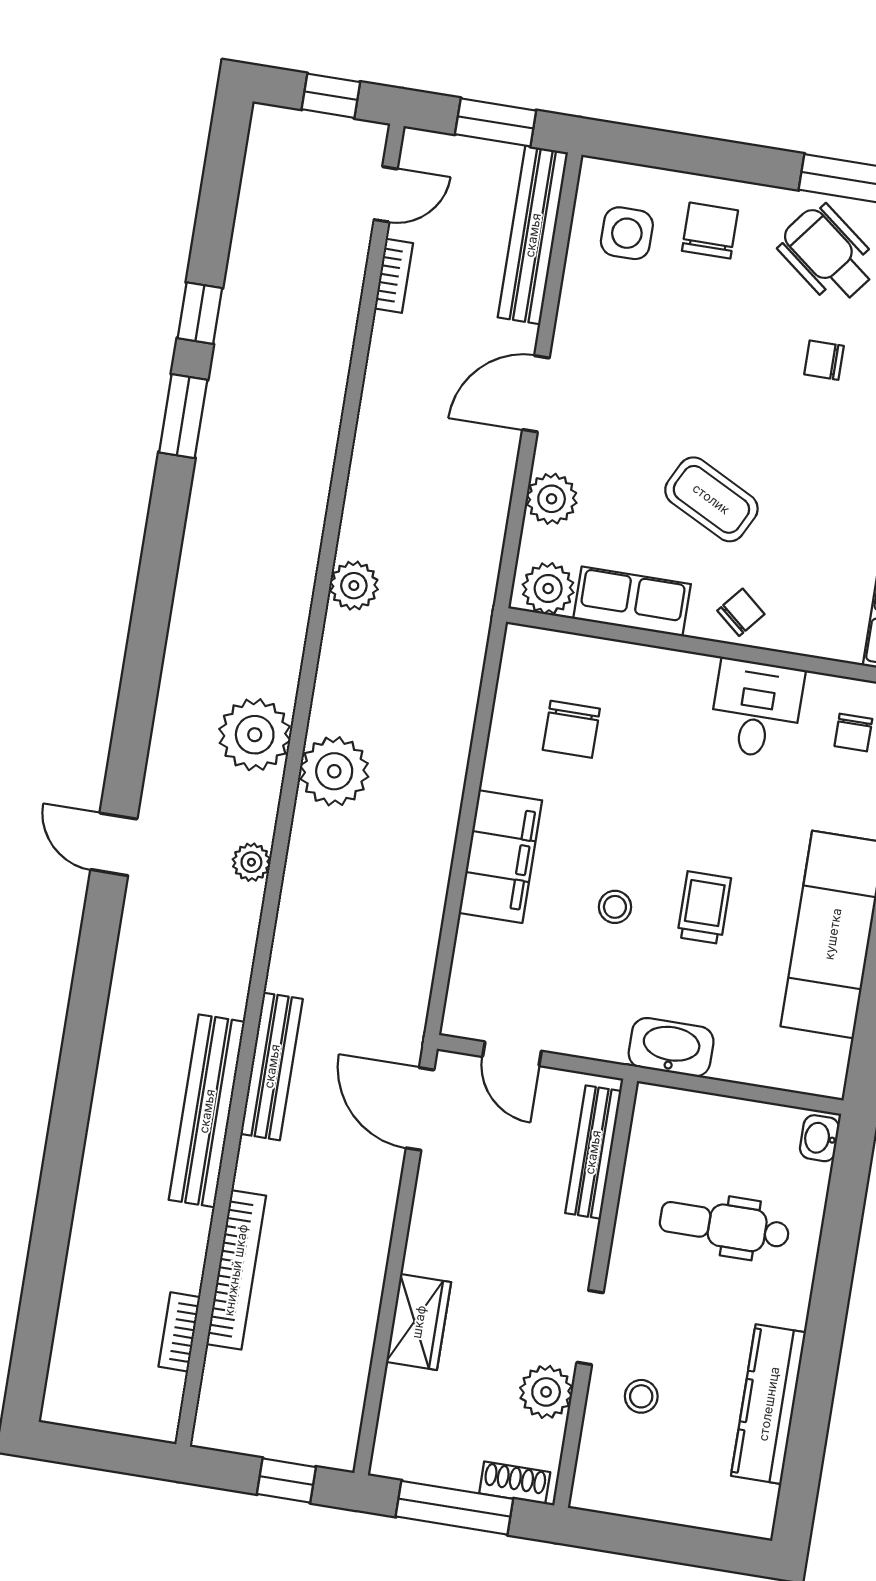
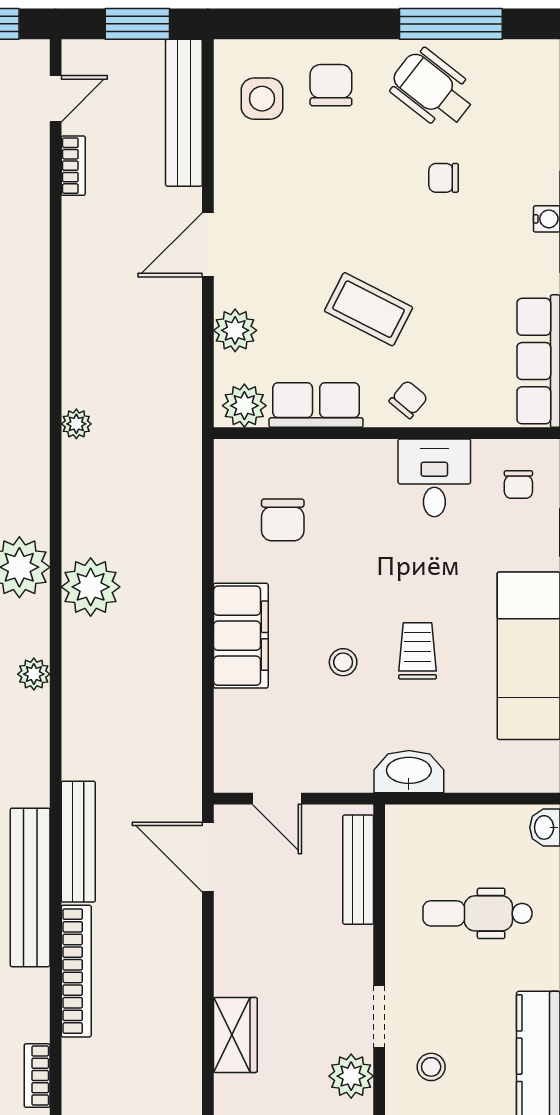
plant: (354, 586) -> (76, 424), width x0.73, depth x0.73
bookcase: (236, 1270) -> (76, 971), moved

